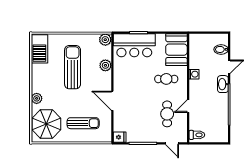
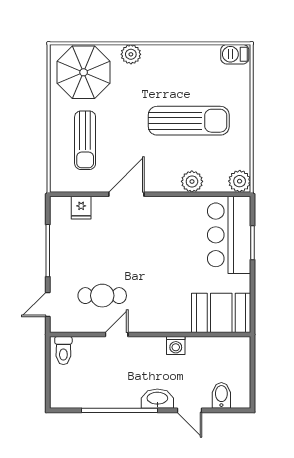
barbecue: (39, 49) -> (235, 54), width x0.53, depth x0.65
cafe table: (166, 79) -> (167, 294), removed
door: (188, 106) -> (117, 335), hinge flipped
fridge: (120, 137) -> (81, 208), moved

